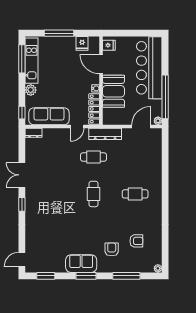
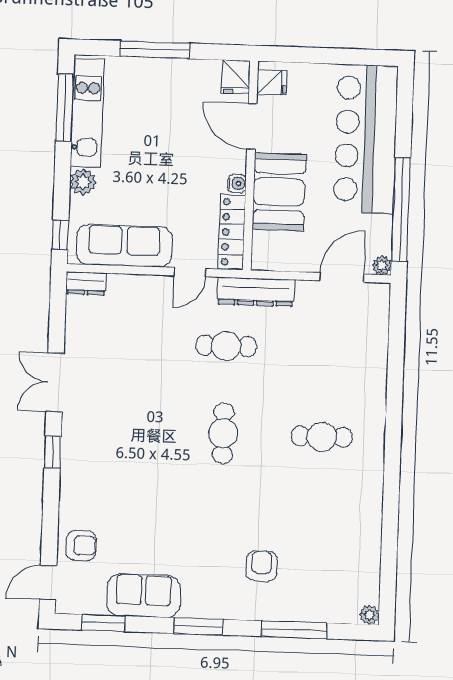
fridge: (82, 43) -> (236, 77), moved
armchair: (136, 241) -> (81, 545), moved
sofa: (81, 264) -> (144, 596), moved

